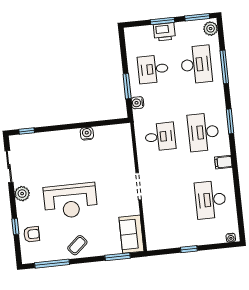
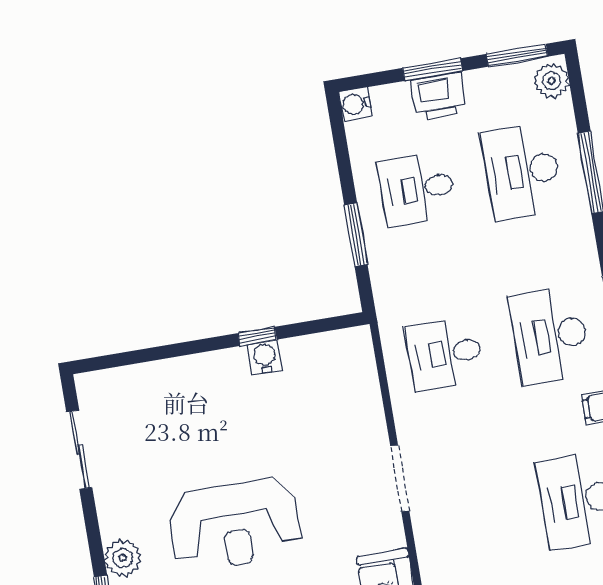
desk: (196, 65) -> (522, 171), turned 180
water cooler: (137, 103) -> (355, 104), moved
window: (27, 131) -> (257, 336), moved
desk: (160, 137) -> (445, 353), turned 180
plant: (22, 194) -> (123, 558), moved

